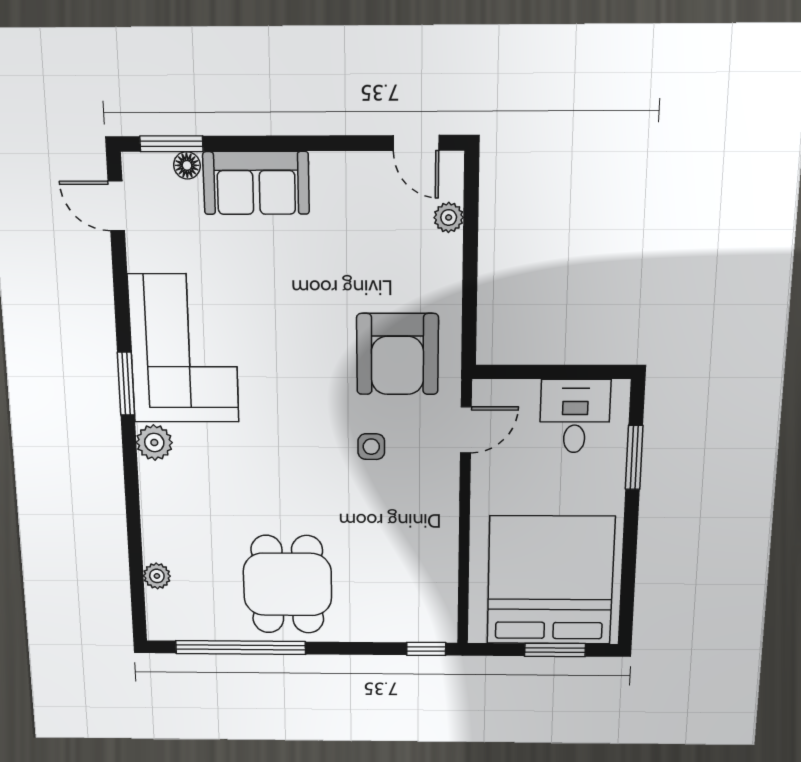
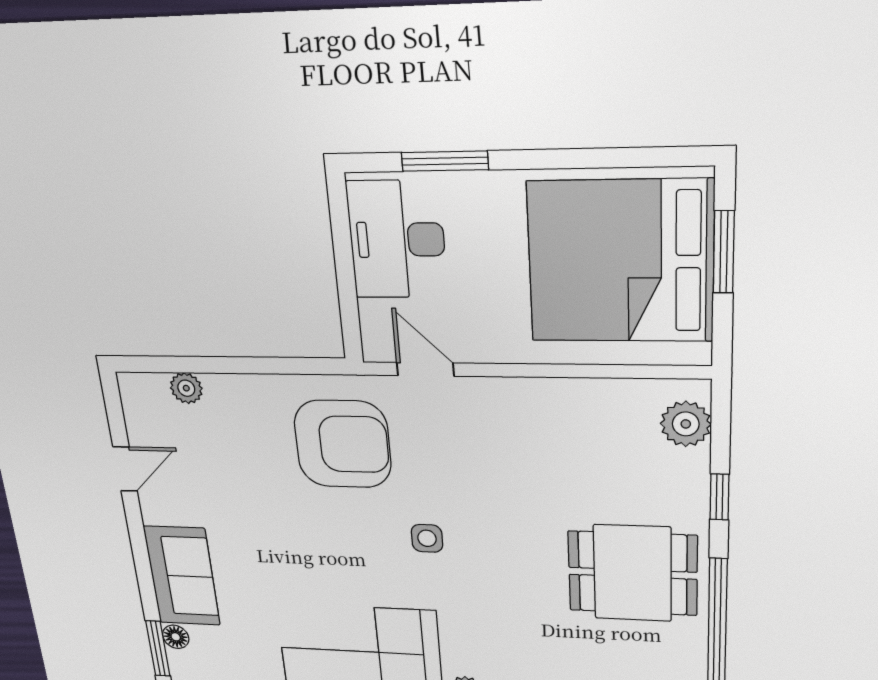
door: (416, 143) -> (125, 469), moved
desk: (575, 416) -> (397, 240), width x1.37
side table: (371, 447) -> (427, 538), moved
plant: (420, 625) -> (686, 424), added
window: (426, 649) -> (719, 497), moved

